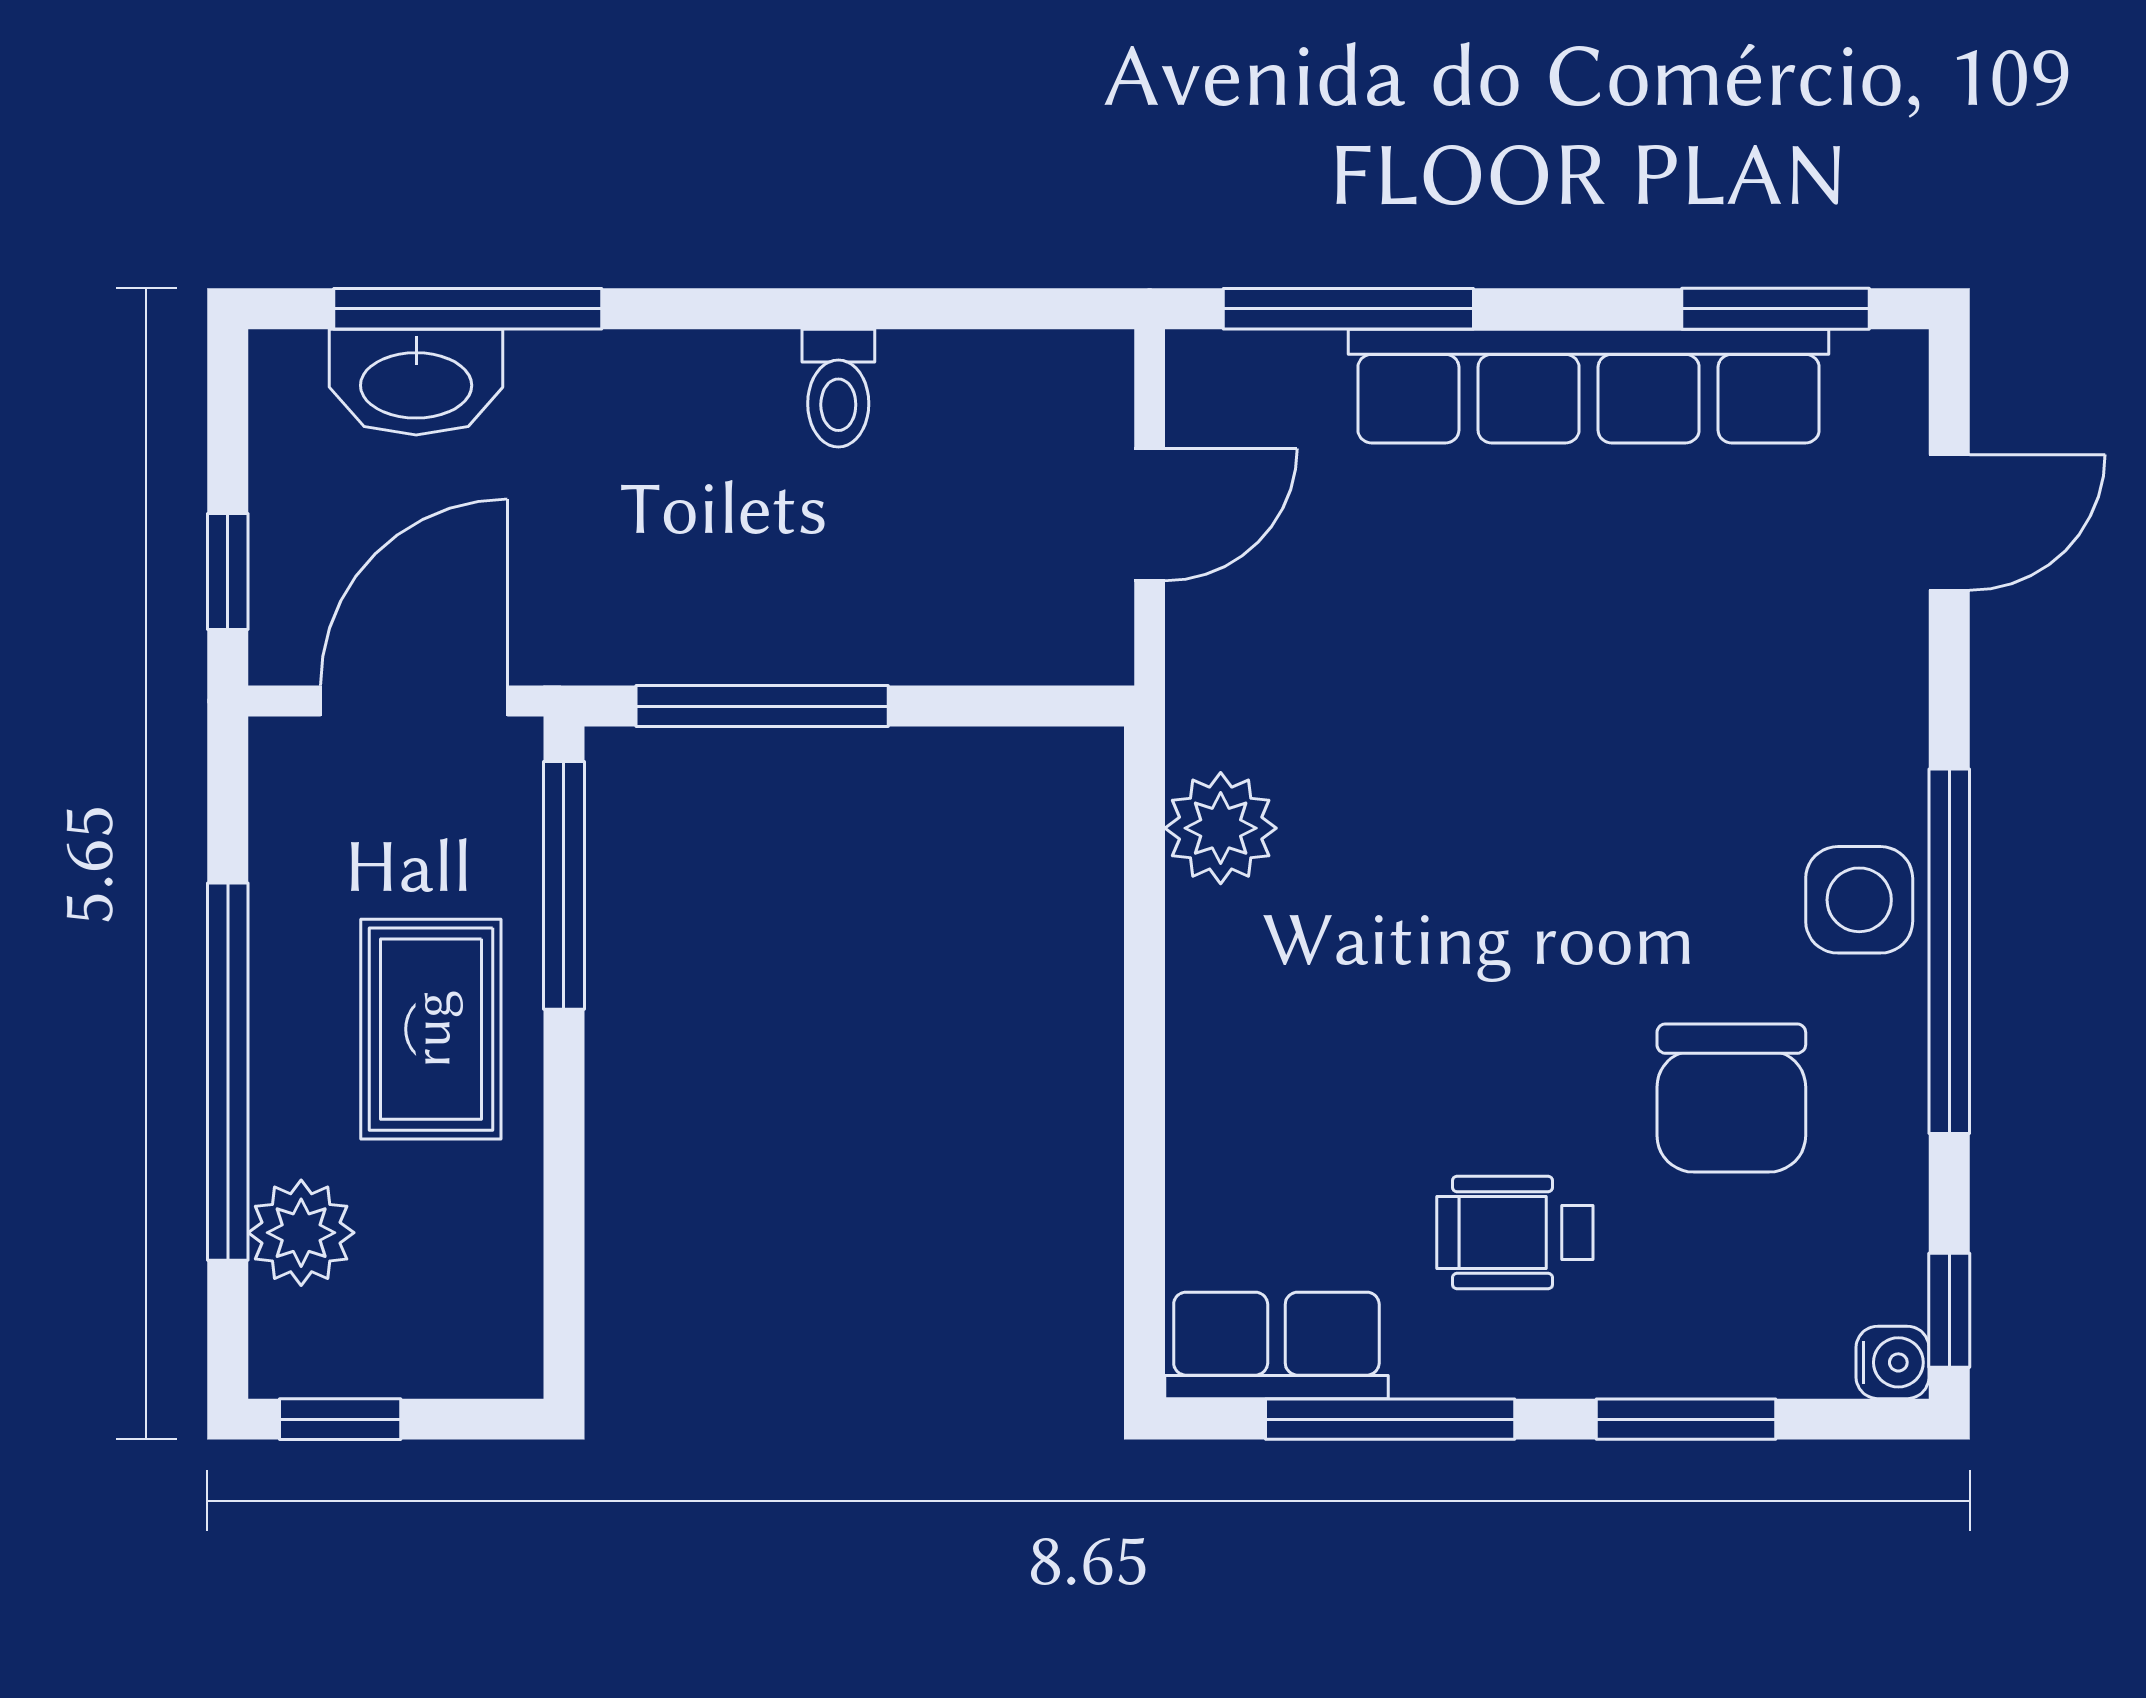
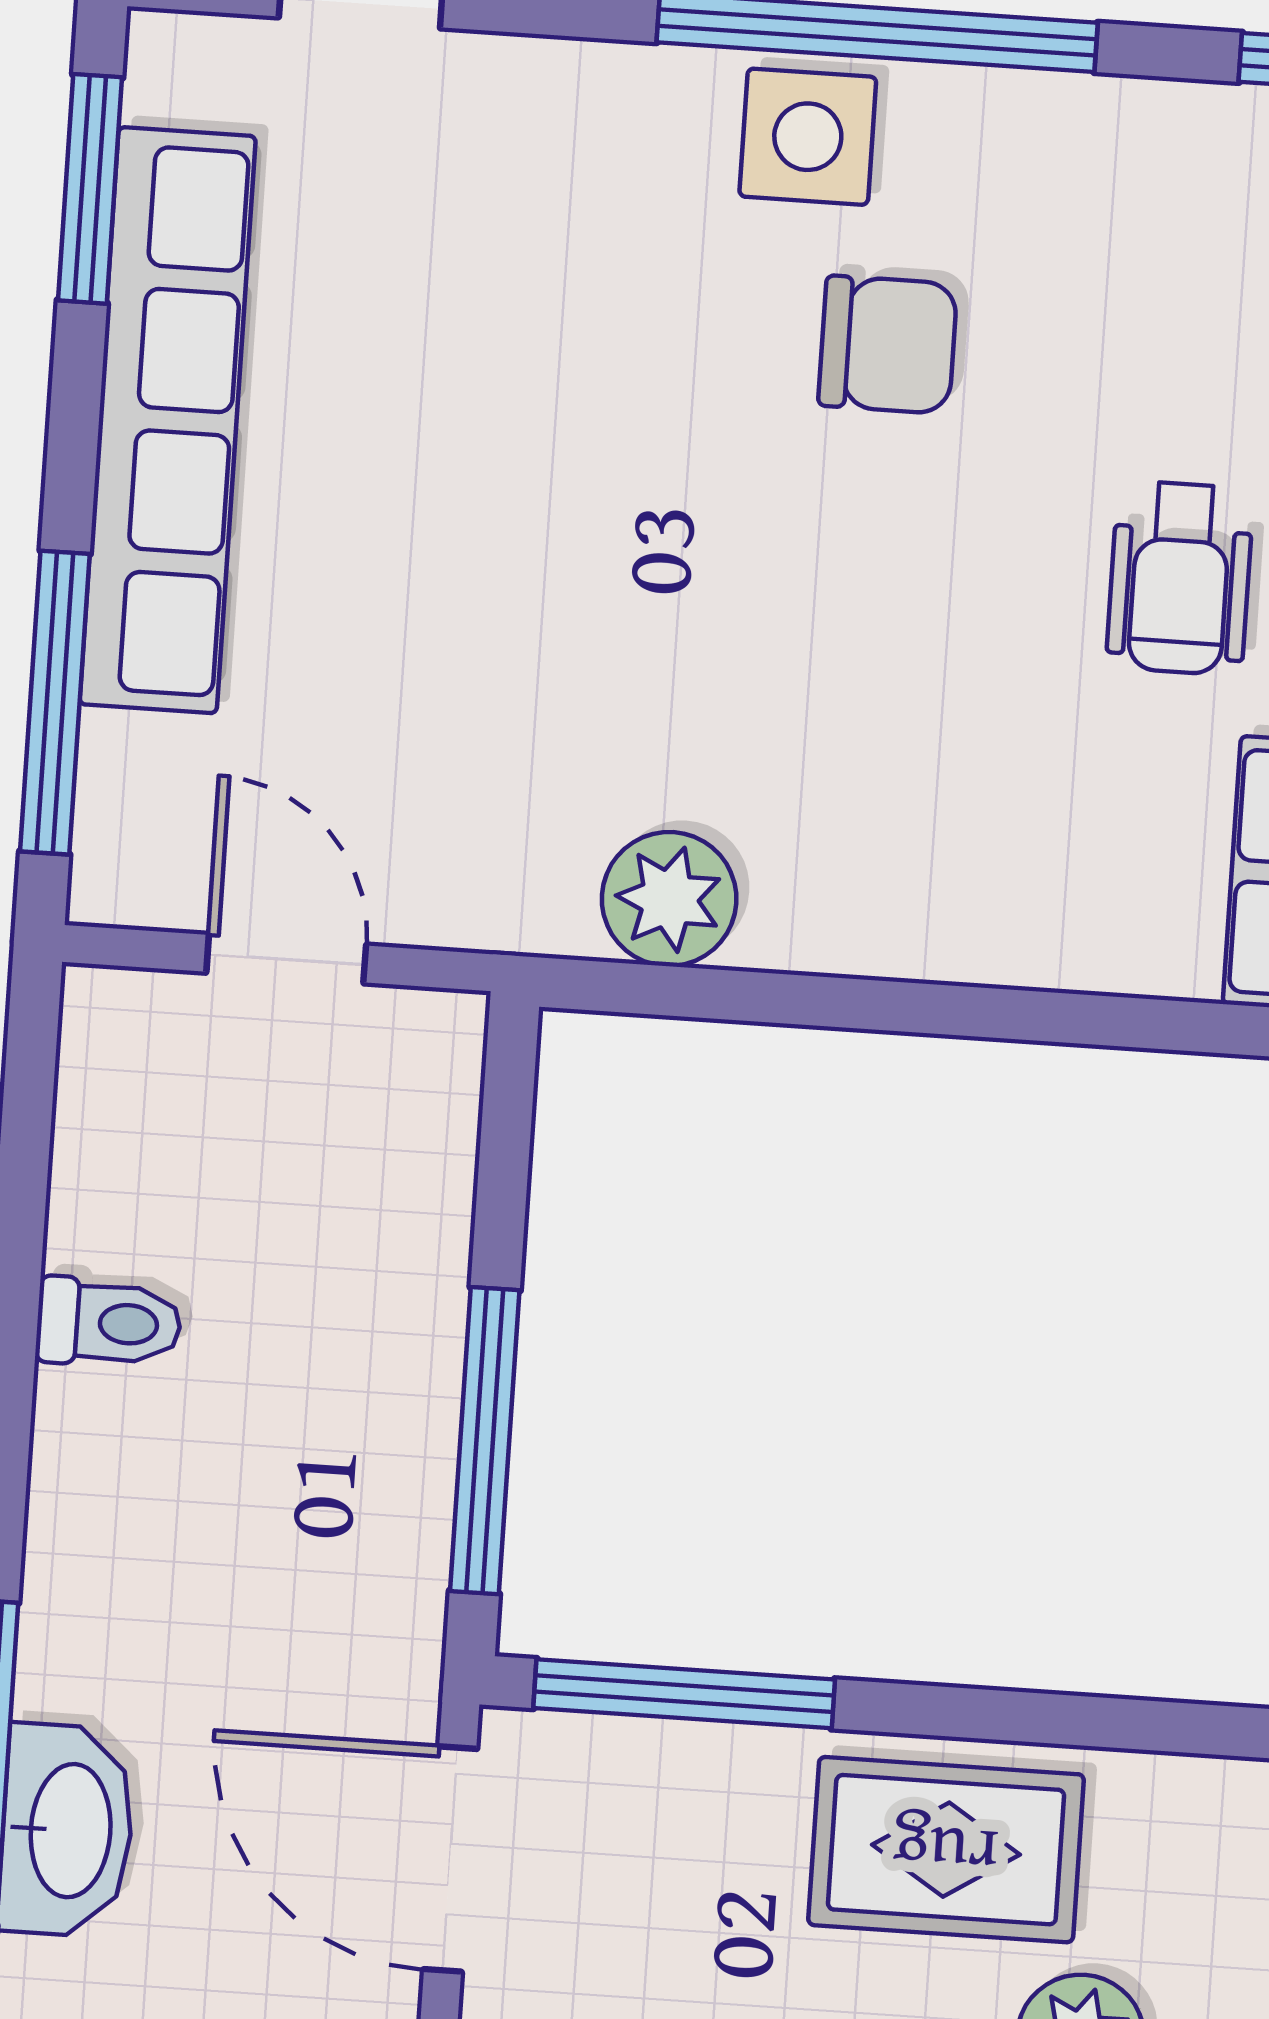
rug: (431, 1029) -> (946, 1850), moved
chair: (1731, 1098) -> (888, 345), moved, width x0.73, depth x0.73

